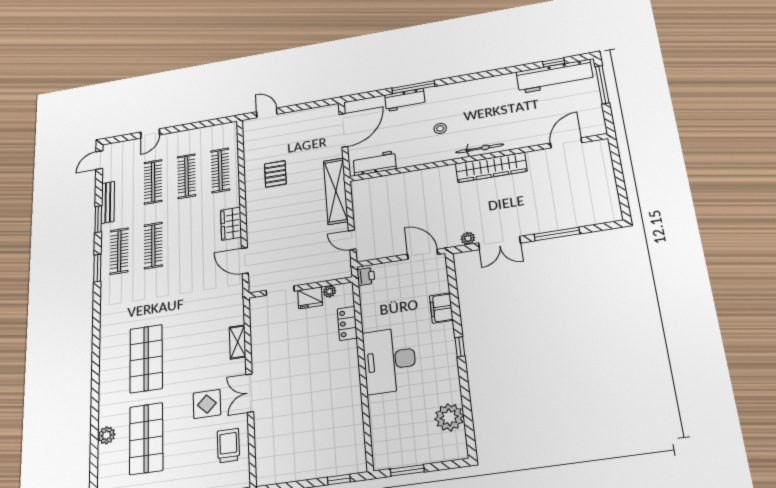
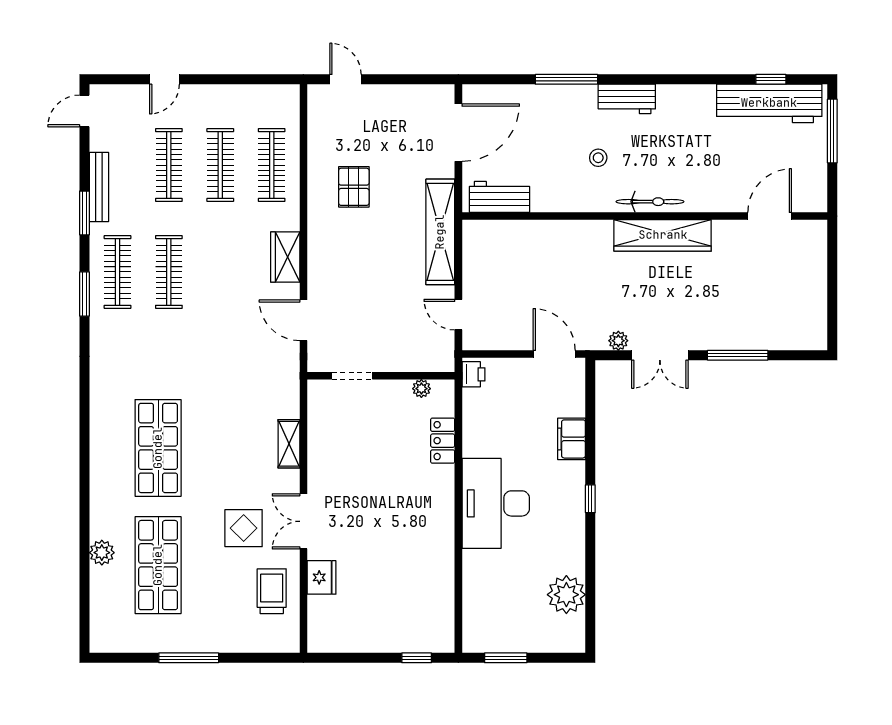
workbench: (405, 100) -> (627, 99), moved
fridge: (310, 298) -> (322, 577), moved, turned -90

